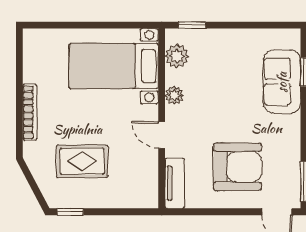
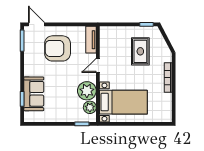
plant: (174, 95) -> (87, 91), width x1.88, depth x1.88
door: (162, 135) -> (98, 65), swing flipped
rug: (82, 161) -> (140, 51), turned 90

